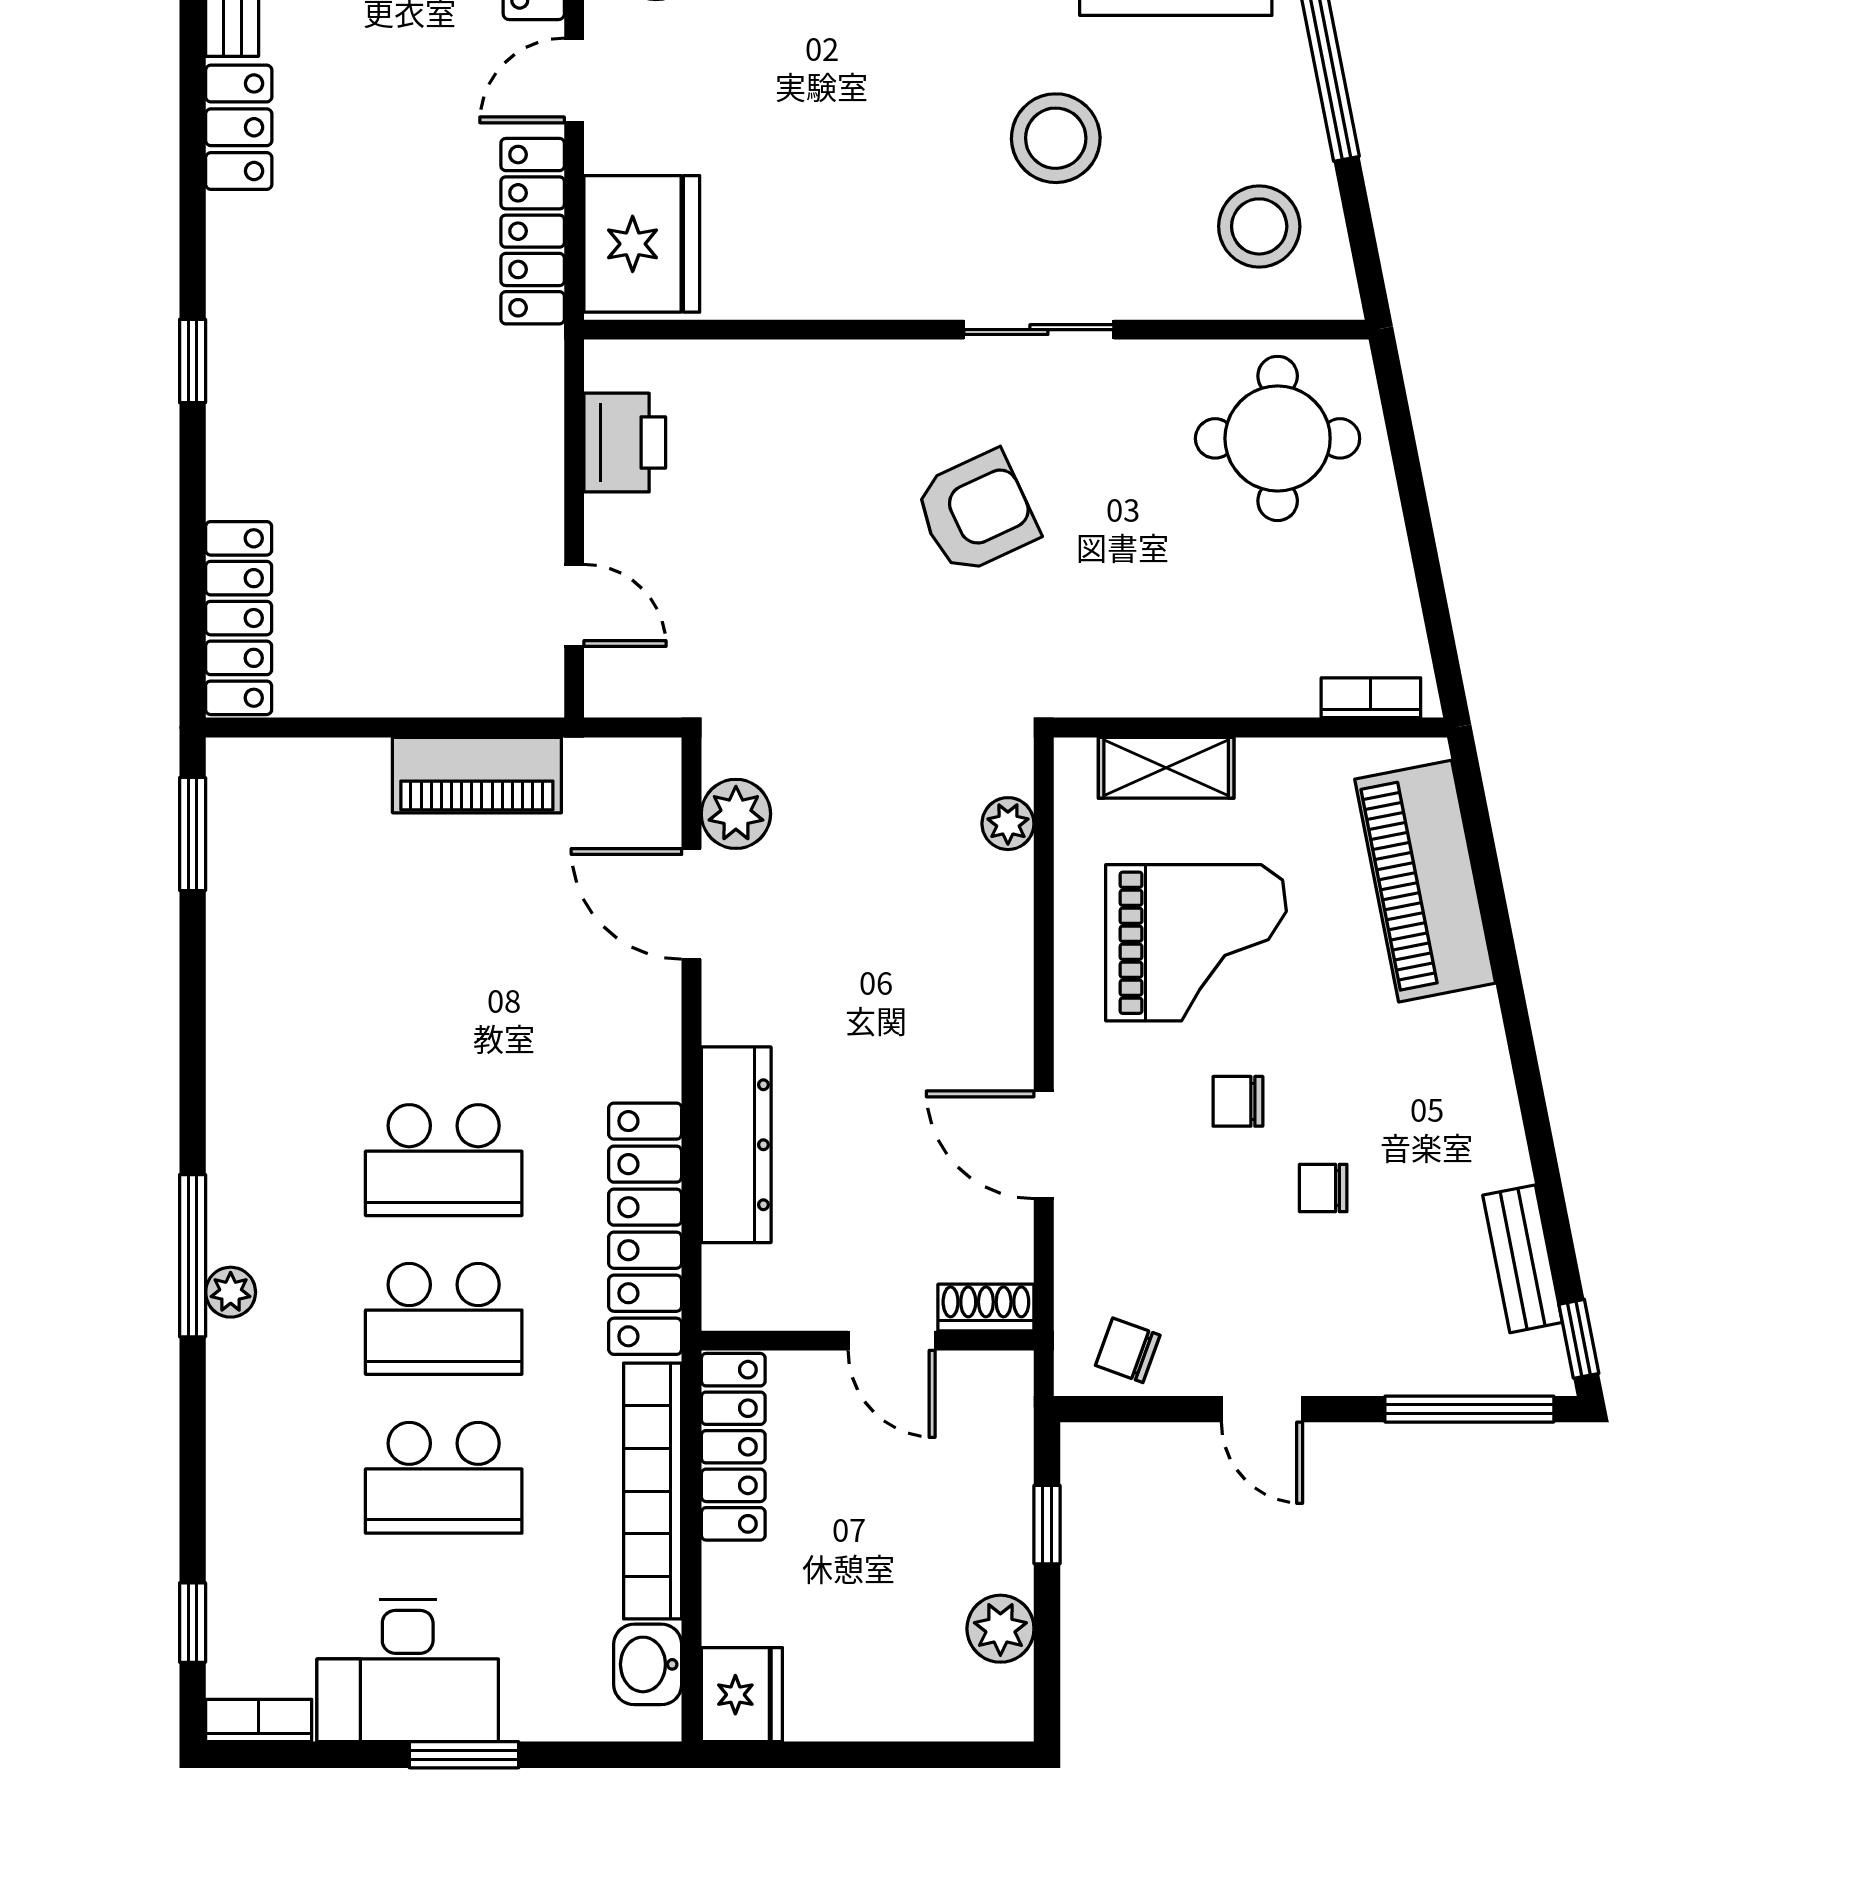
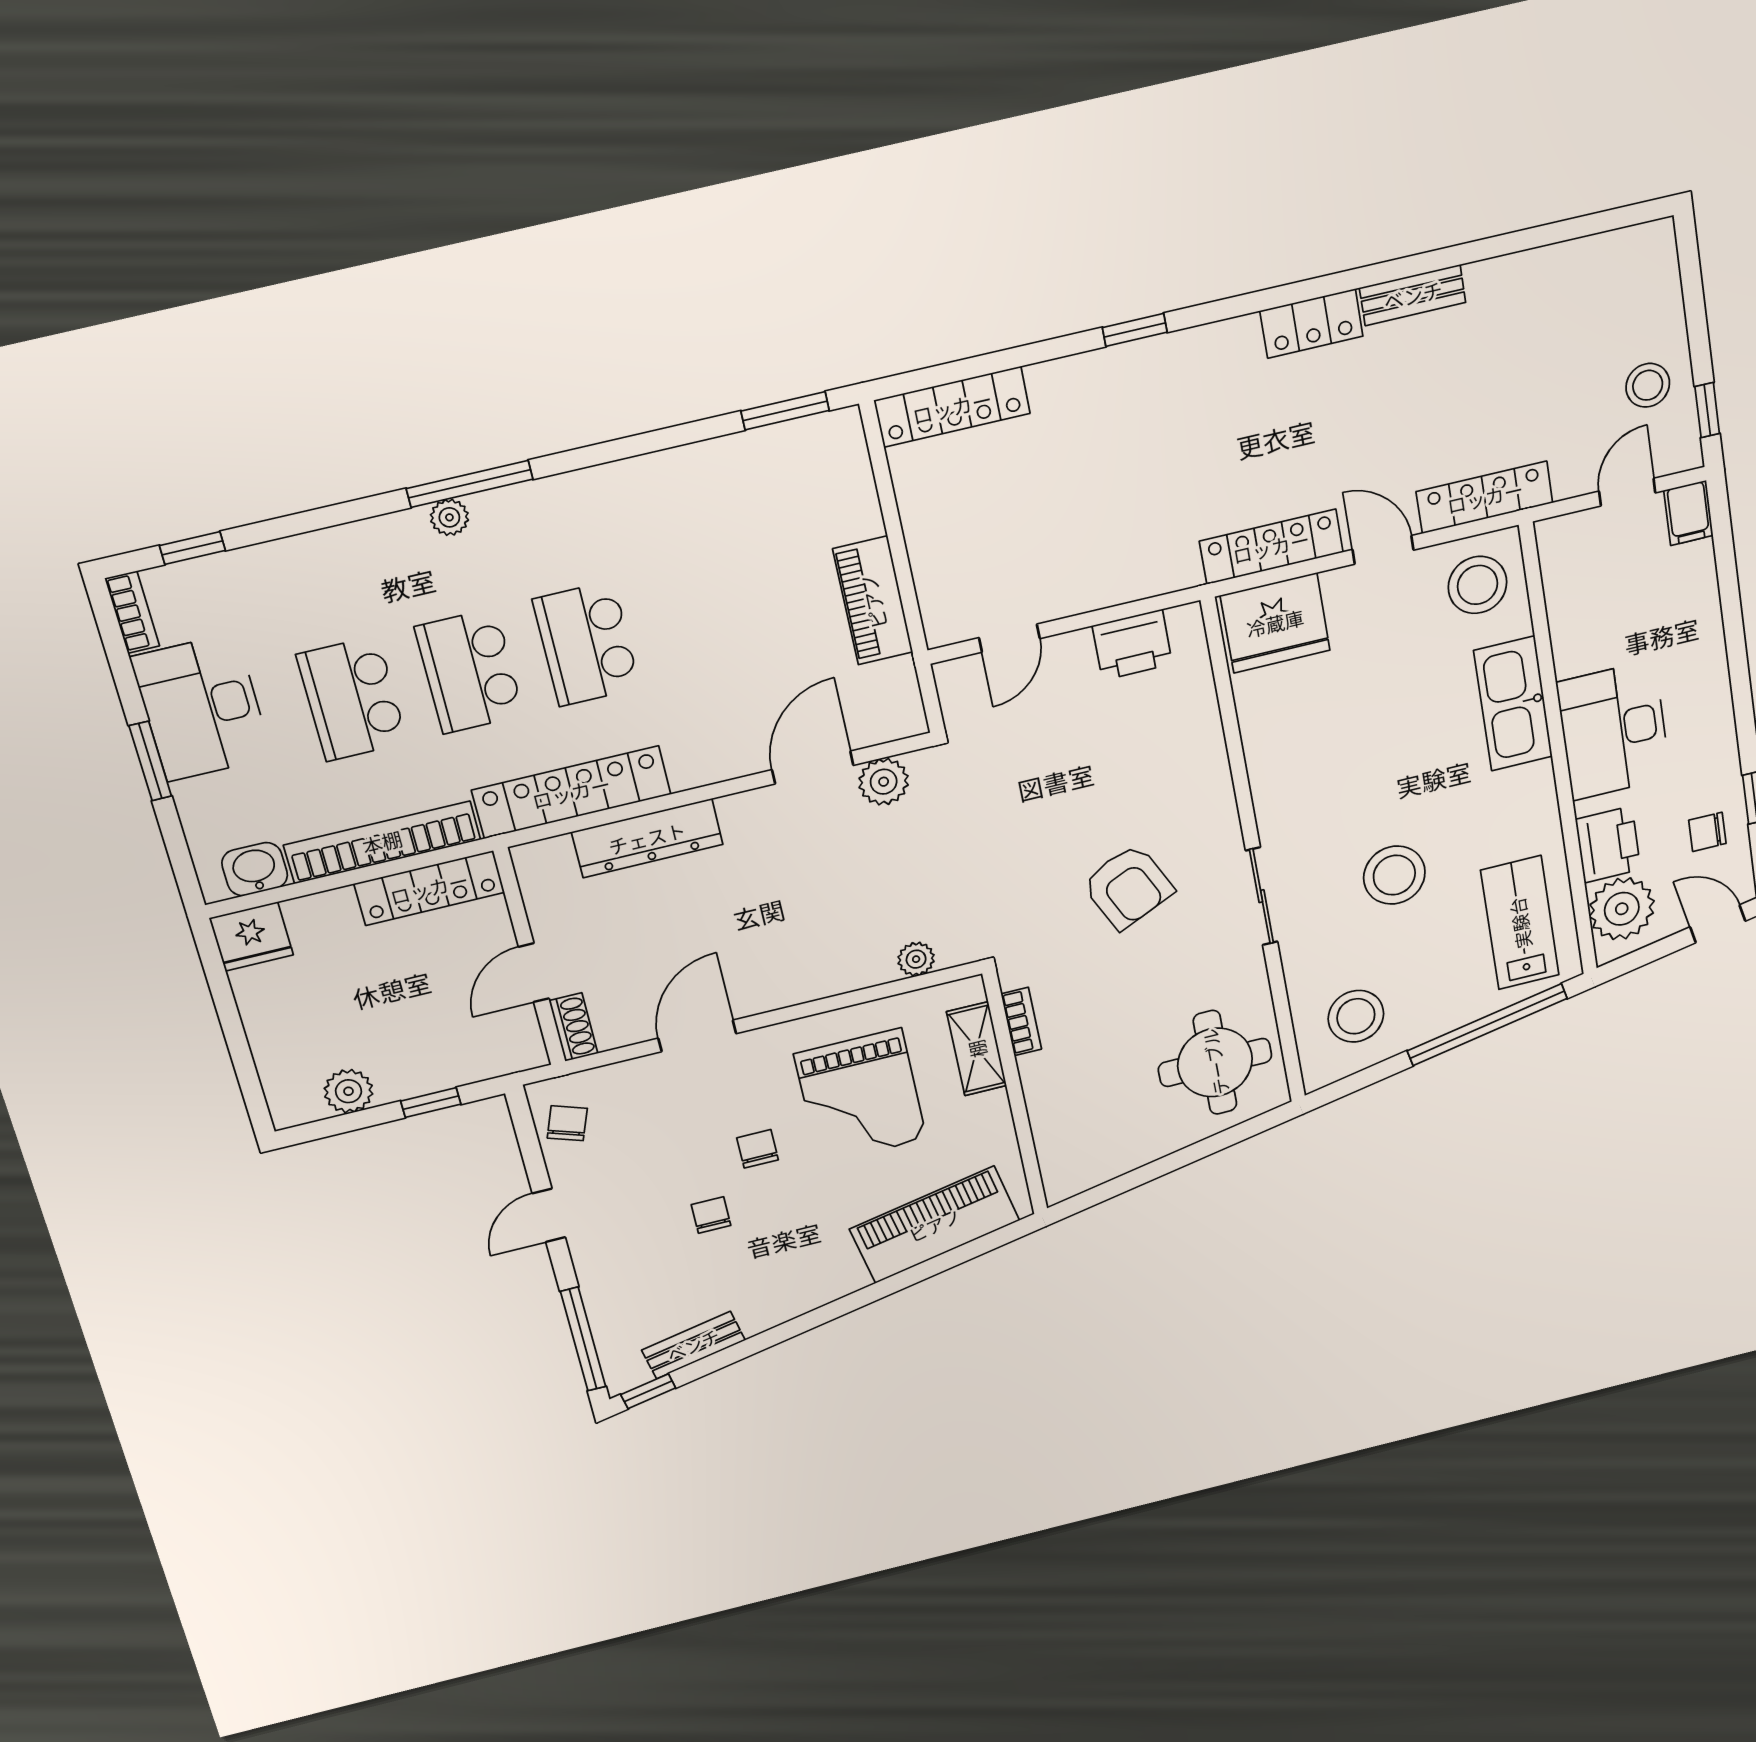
bookcase: (1371, 698) -> (1021, 1022), moved

